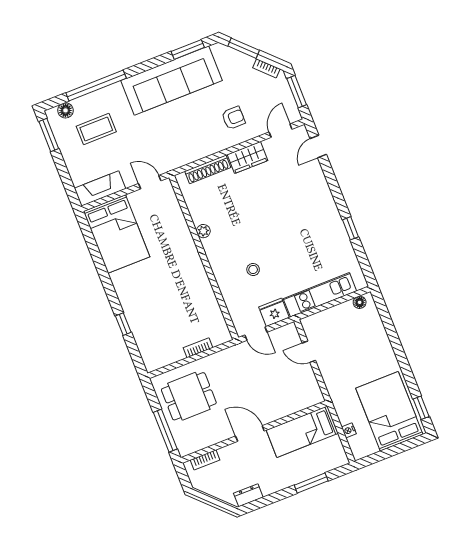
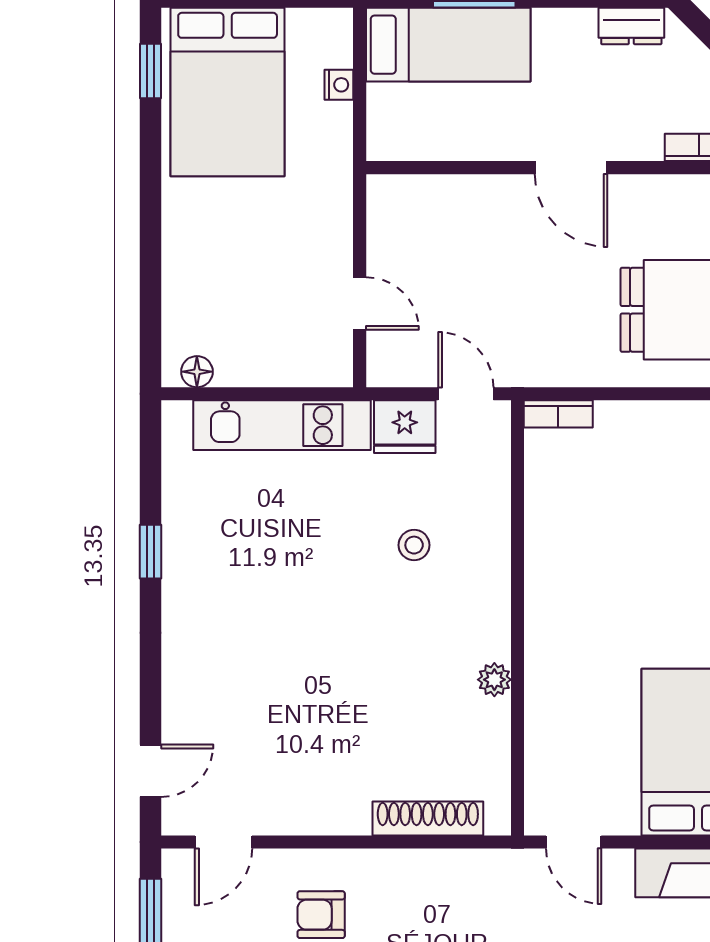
wardrobe: (248, 158) -> (325, 810), removed
bookcase: (198, 348) -> (558, 414), moved
bed: (302, 432) -> (448, 45), moved

